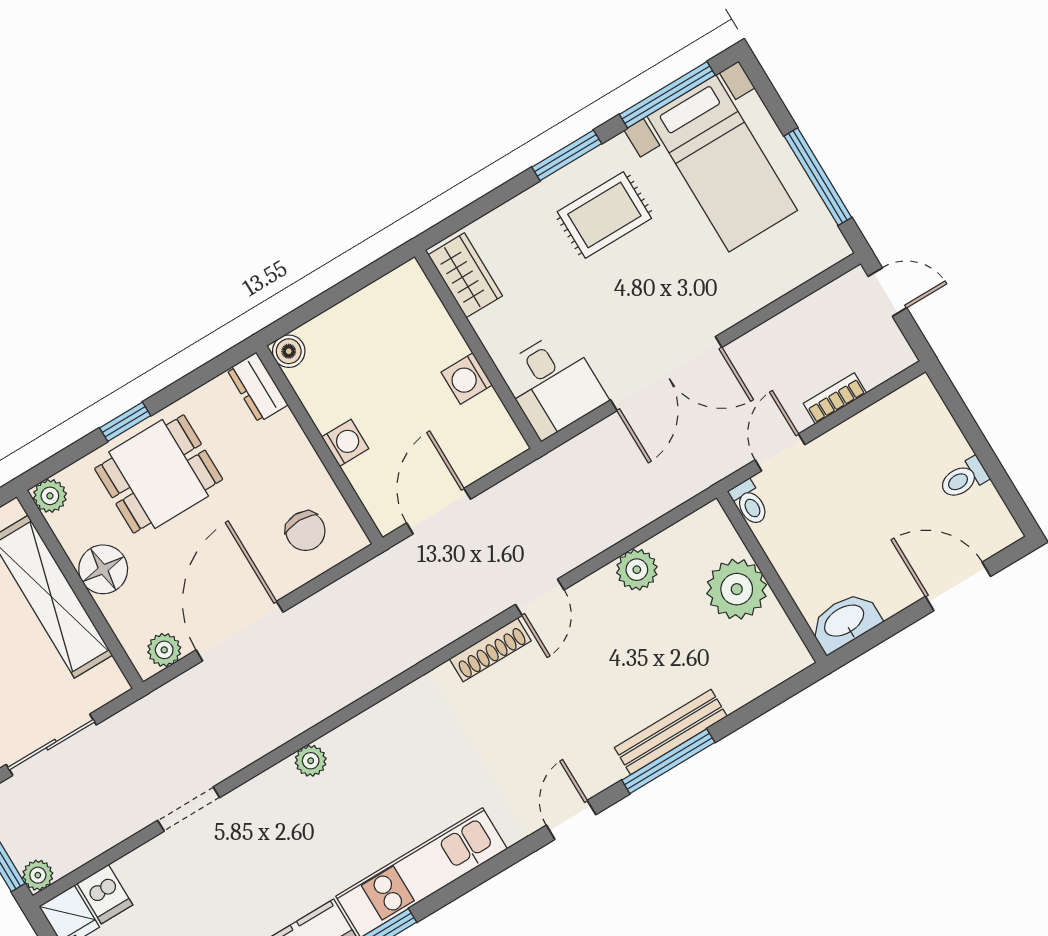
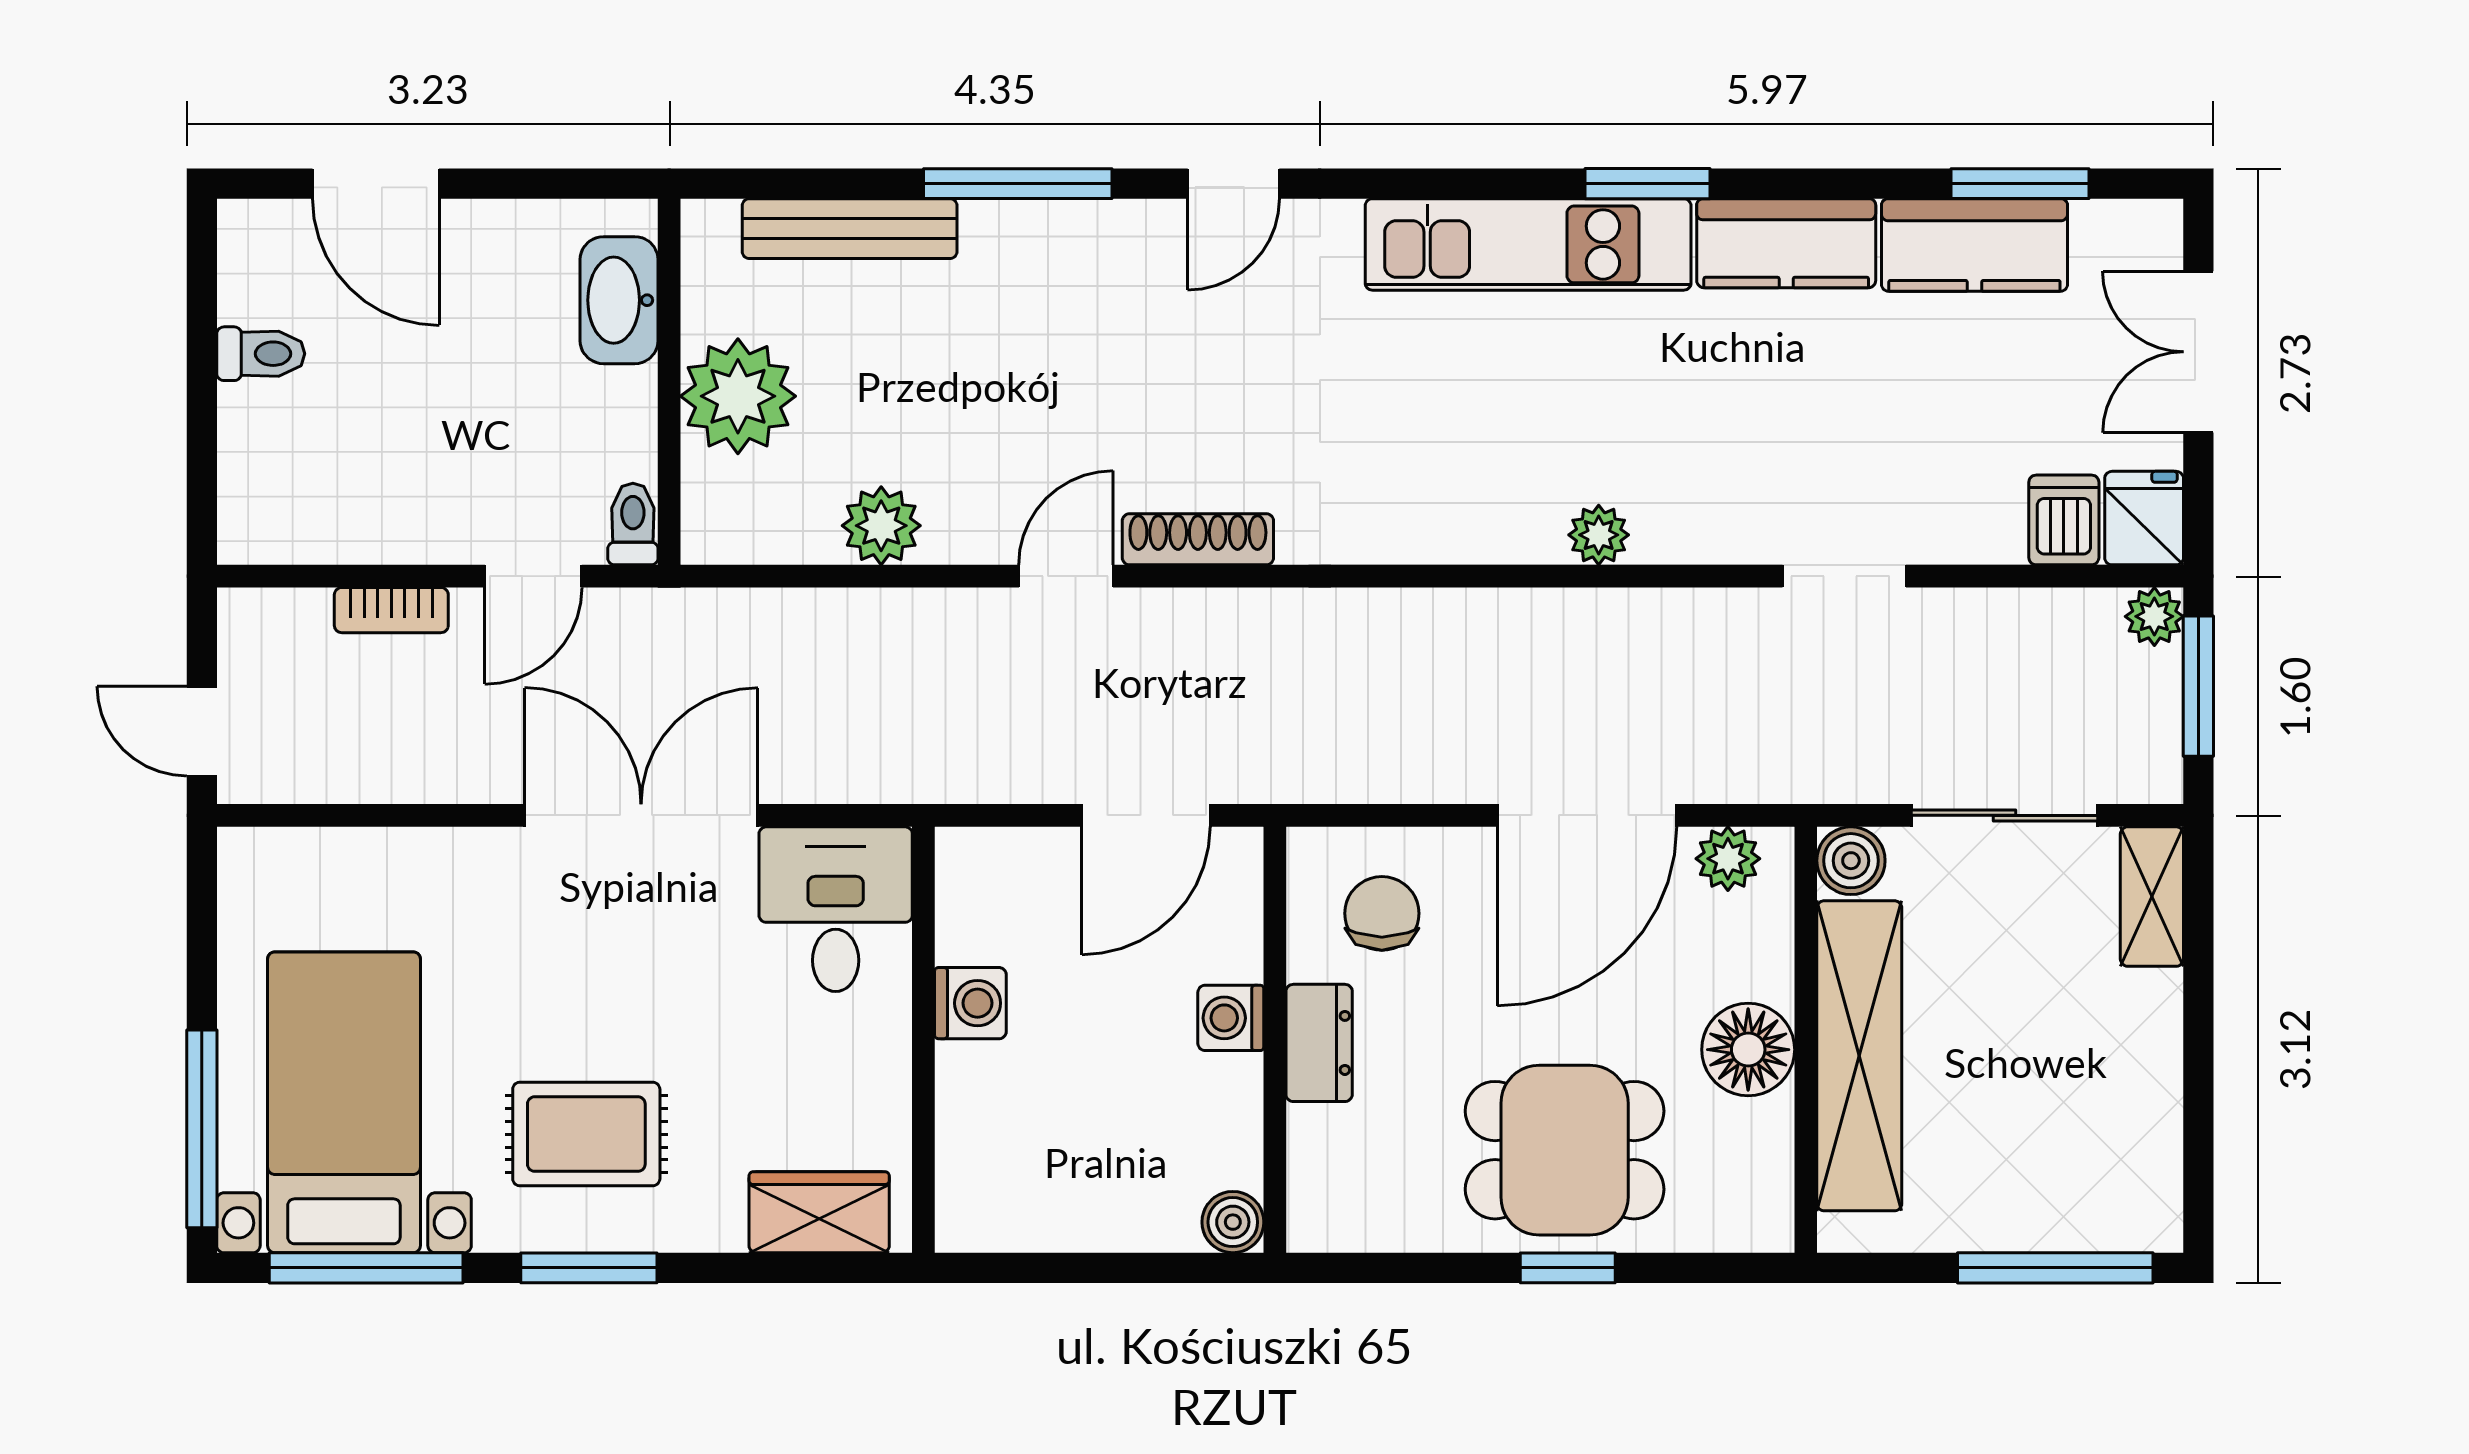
window: (818, 177) -> (202, 1129), moved
wardrobe: (465, 275) -> (819, 1212), moved, turned 90
dresser: (257, 387) -> (1319, 1043), moved
plant: (50, 496) -> (1763, 1221), removed
washbasin: (845, 622) -> (619, 300), moved, turned 90
boiler: (108, 682) -> (1851, 861), added
bench: (671, 732) -> (850, 229), moved

